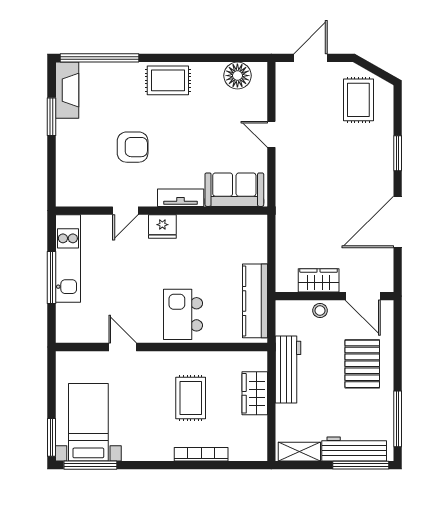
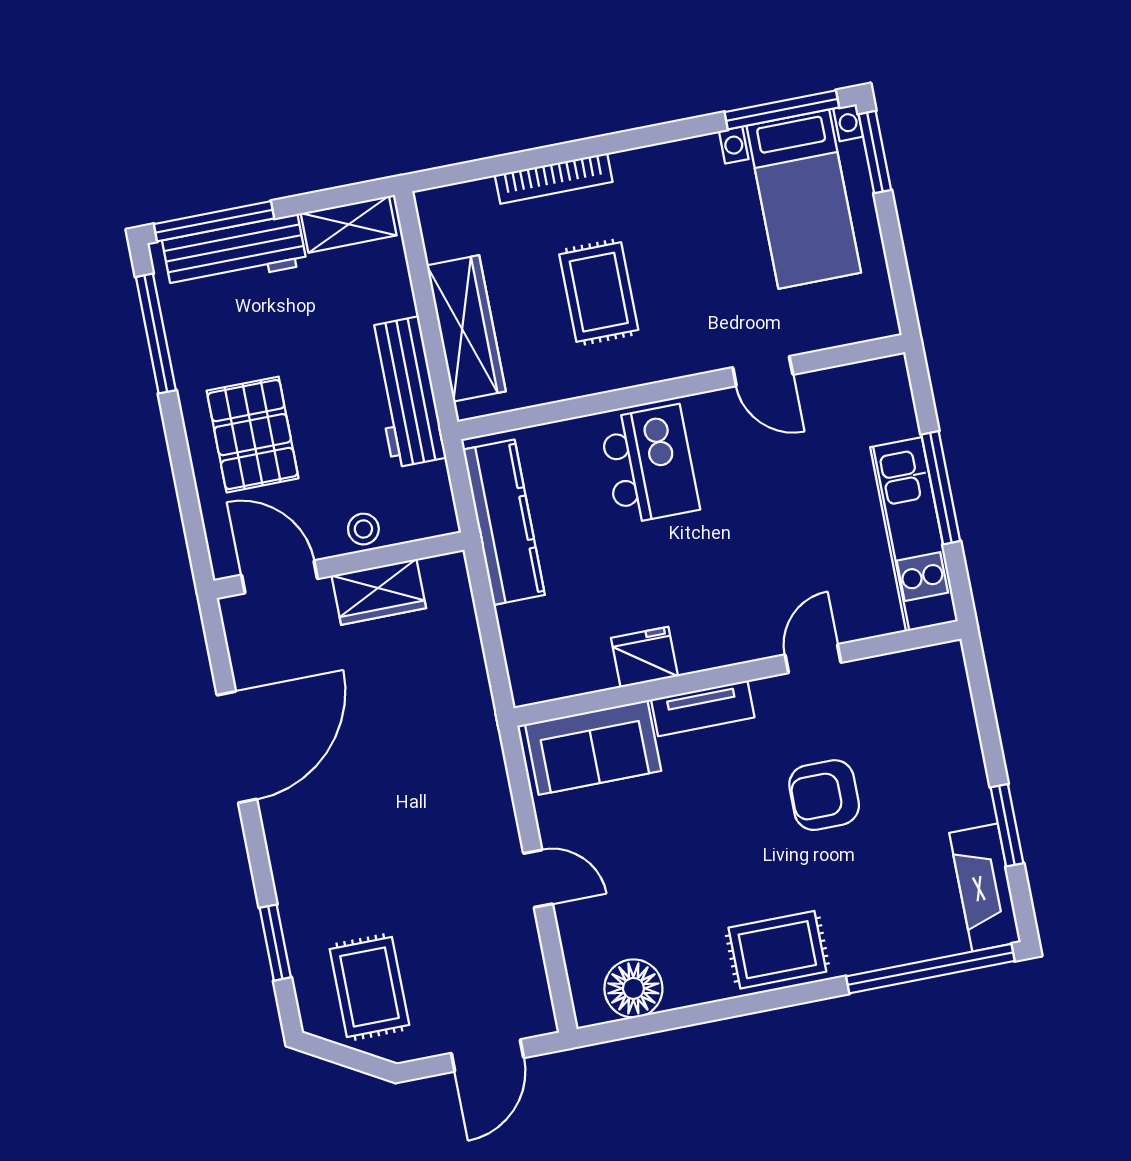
window: (398, 153) -> (275, 943), moved
fridge: (162, 226) -> (644, 657), moved
wardrobe: (255, 393) -> (466, 328), width x1.50

